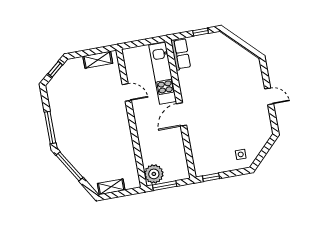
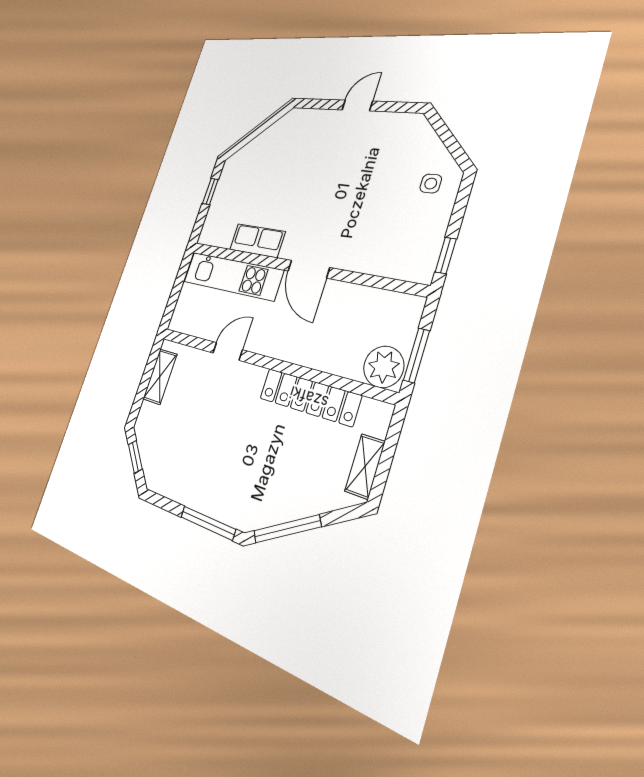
row of seats: (181, 54) -> (257, 241), moved
locker: (126, 147) -> (309, 397), added

